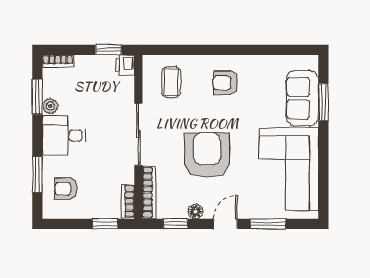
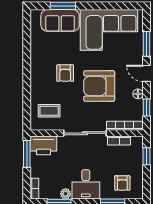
window: (108, 50) -> (27, 154), width x1.50
printer: (125, 65) -> (43, 145), width x1.87, depth x1.48
armchair: (225, 83) -> (65, 73), moved
bookcase: (128, 201) -> (119, 140), moved

